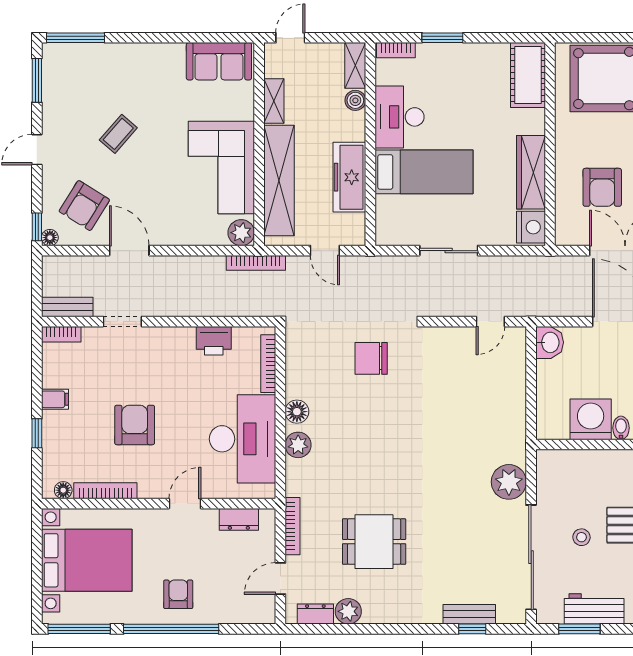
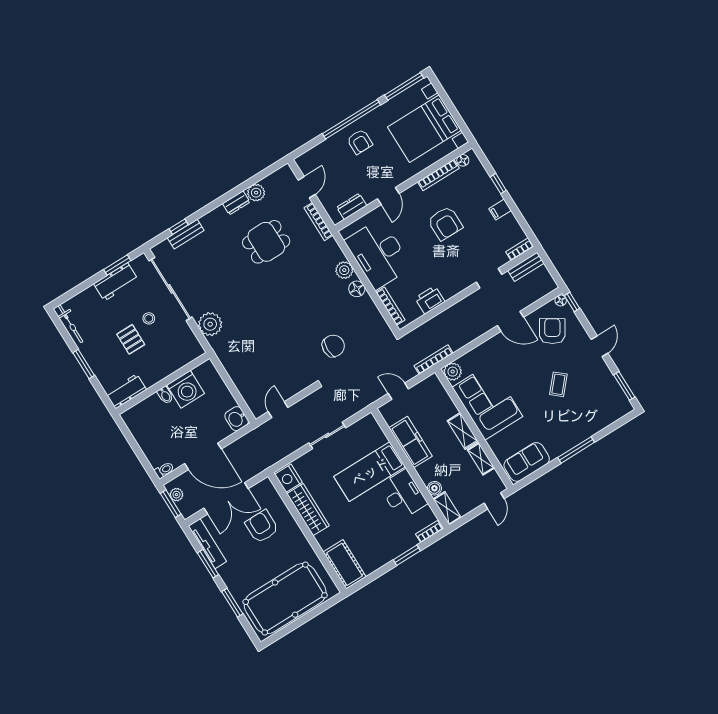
window: (75, 38) -> (576, 450), moved
shelving: (279, 181) -> (463, 431), width x0.45, depth x0.75
dresser: (315, 614) -> (236, 203), moved

